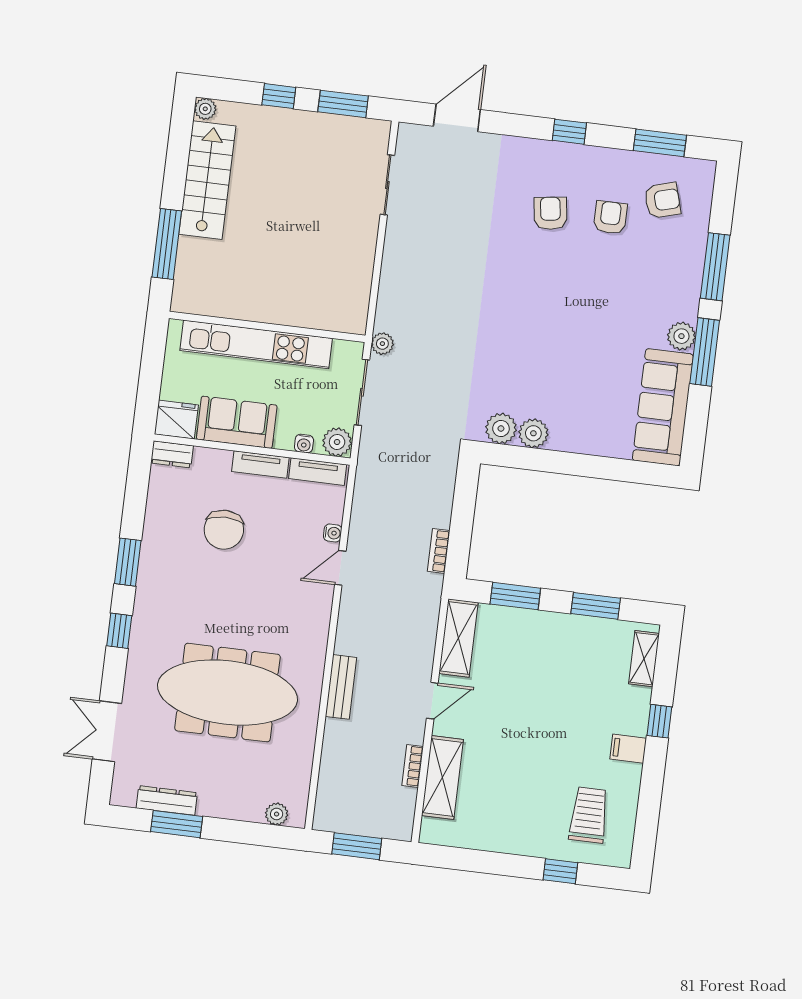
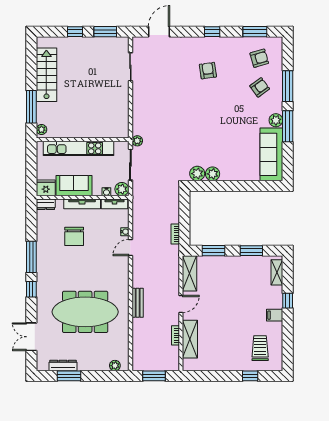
plant: (205, 109) -> (41, 130), moved
armchair: (610, 218) -> (260, 87), moved, turned 54
tv unit: (260, 464) -> (82, 204), width x1.41
window: (128, 562) -> (31, 257), width x1.44

